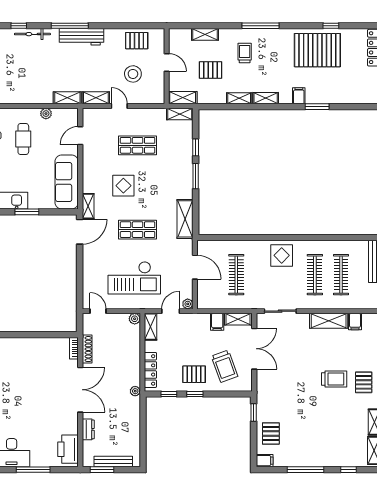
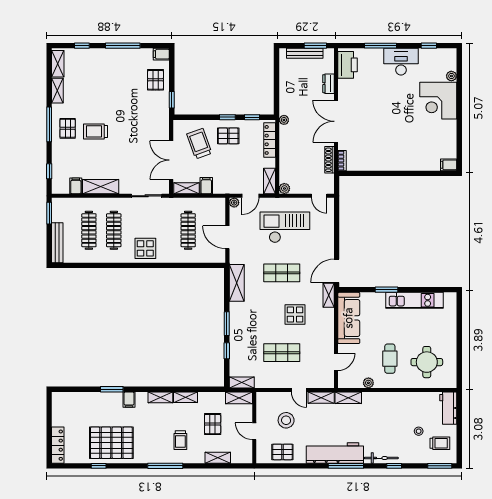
workbench: (81, 37) -> (335, 453), width x1.36, depth x1.32
pallet: (211, 70) -> (213, 424), turned 90

